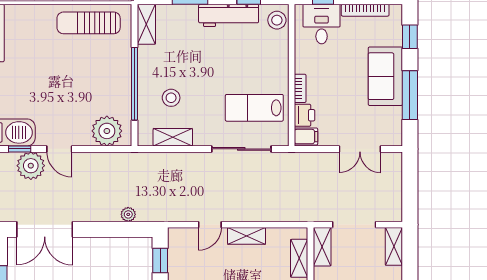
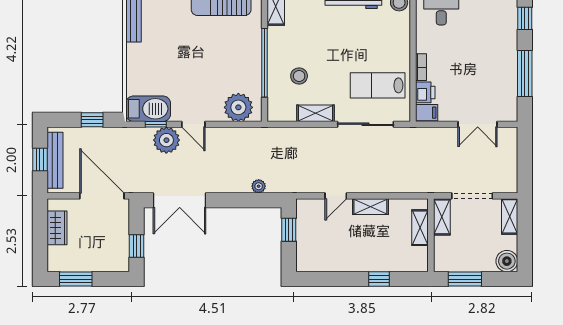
sofa: (385, 76) -> (502, 56), removed
shelving: (173, 137) -> (315, 113), moved

